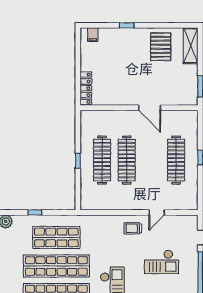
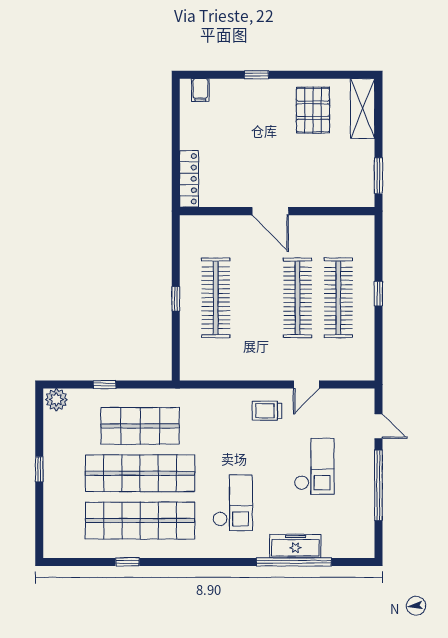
door: (150, 108) -> (270, 211), moved
clothes rail: (127, 160) -> (298, 298), moved
checkout: (162, 262) -> (314, 466), turned -90

